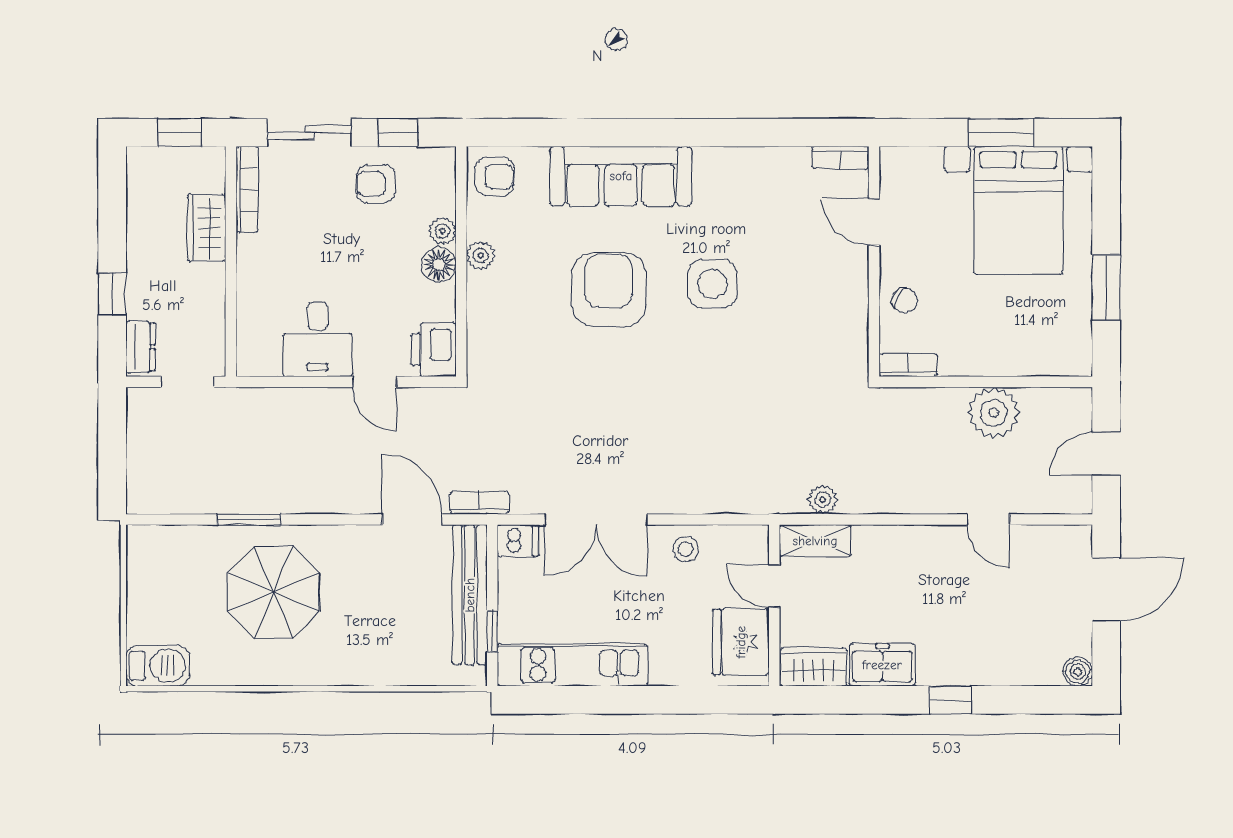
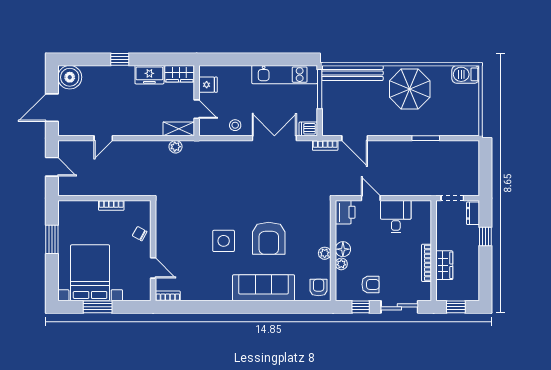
armchair: (495, 177) -> (319, 288), turned 90
bookcase: (247, 189) -> (427, 263), moved
bookcase: (908, 365) -> (111, 205), moved
plant: (994, 413) -> (101, 185), removed
door: (1106, 454) -> (52, 167), hinge flipped
door: (988, 519) -> (103, 138), swing flipped
parasol: (273, 592) -> (410, 89), moved
bench: (470, 595) -> (352, 73), moved, turned 90
window: (492, 631) -> (320, 89), width x2.17
fridge: (741, 642) -> (208, 85), width x0.53, depth x0.75
boiler: (1078, 672) -> (70, 77), width x1.86, depth x1.86

